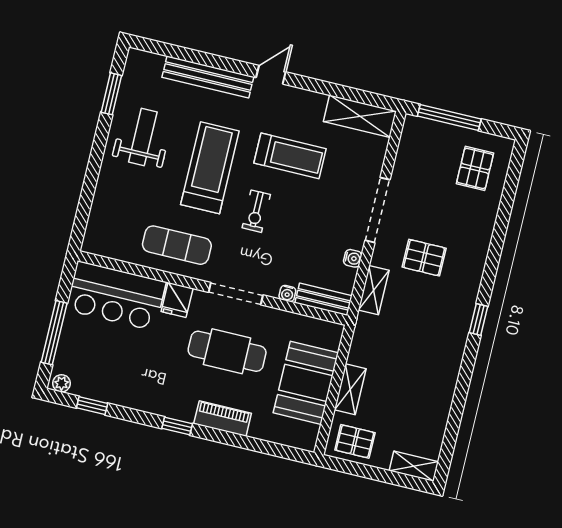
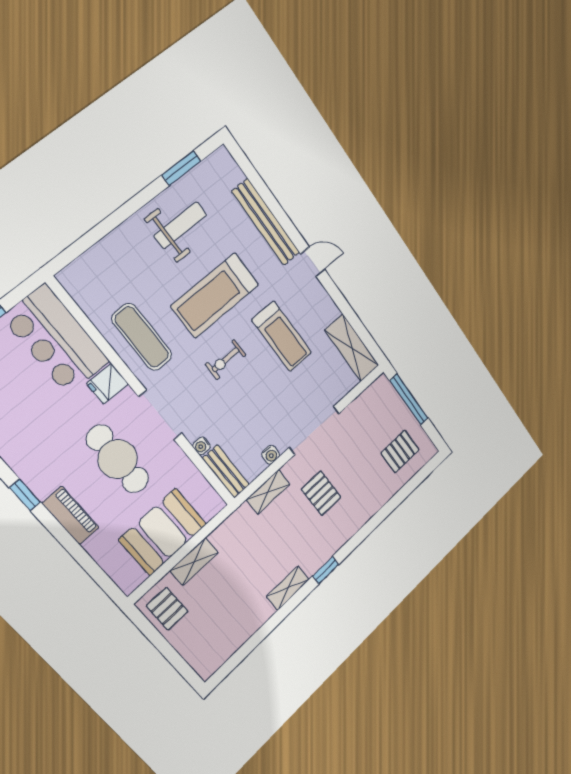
treadmill: (210, 168) -> (215, 295), turned 180
shelving: (414, 466) -> (288, 588), moved, turned 90

